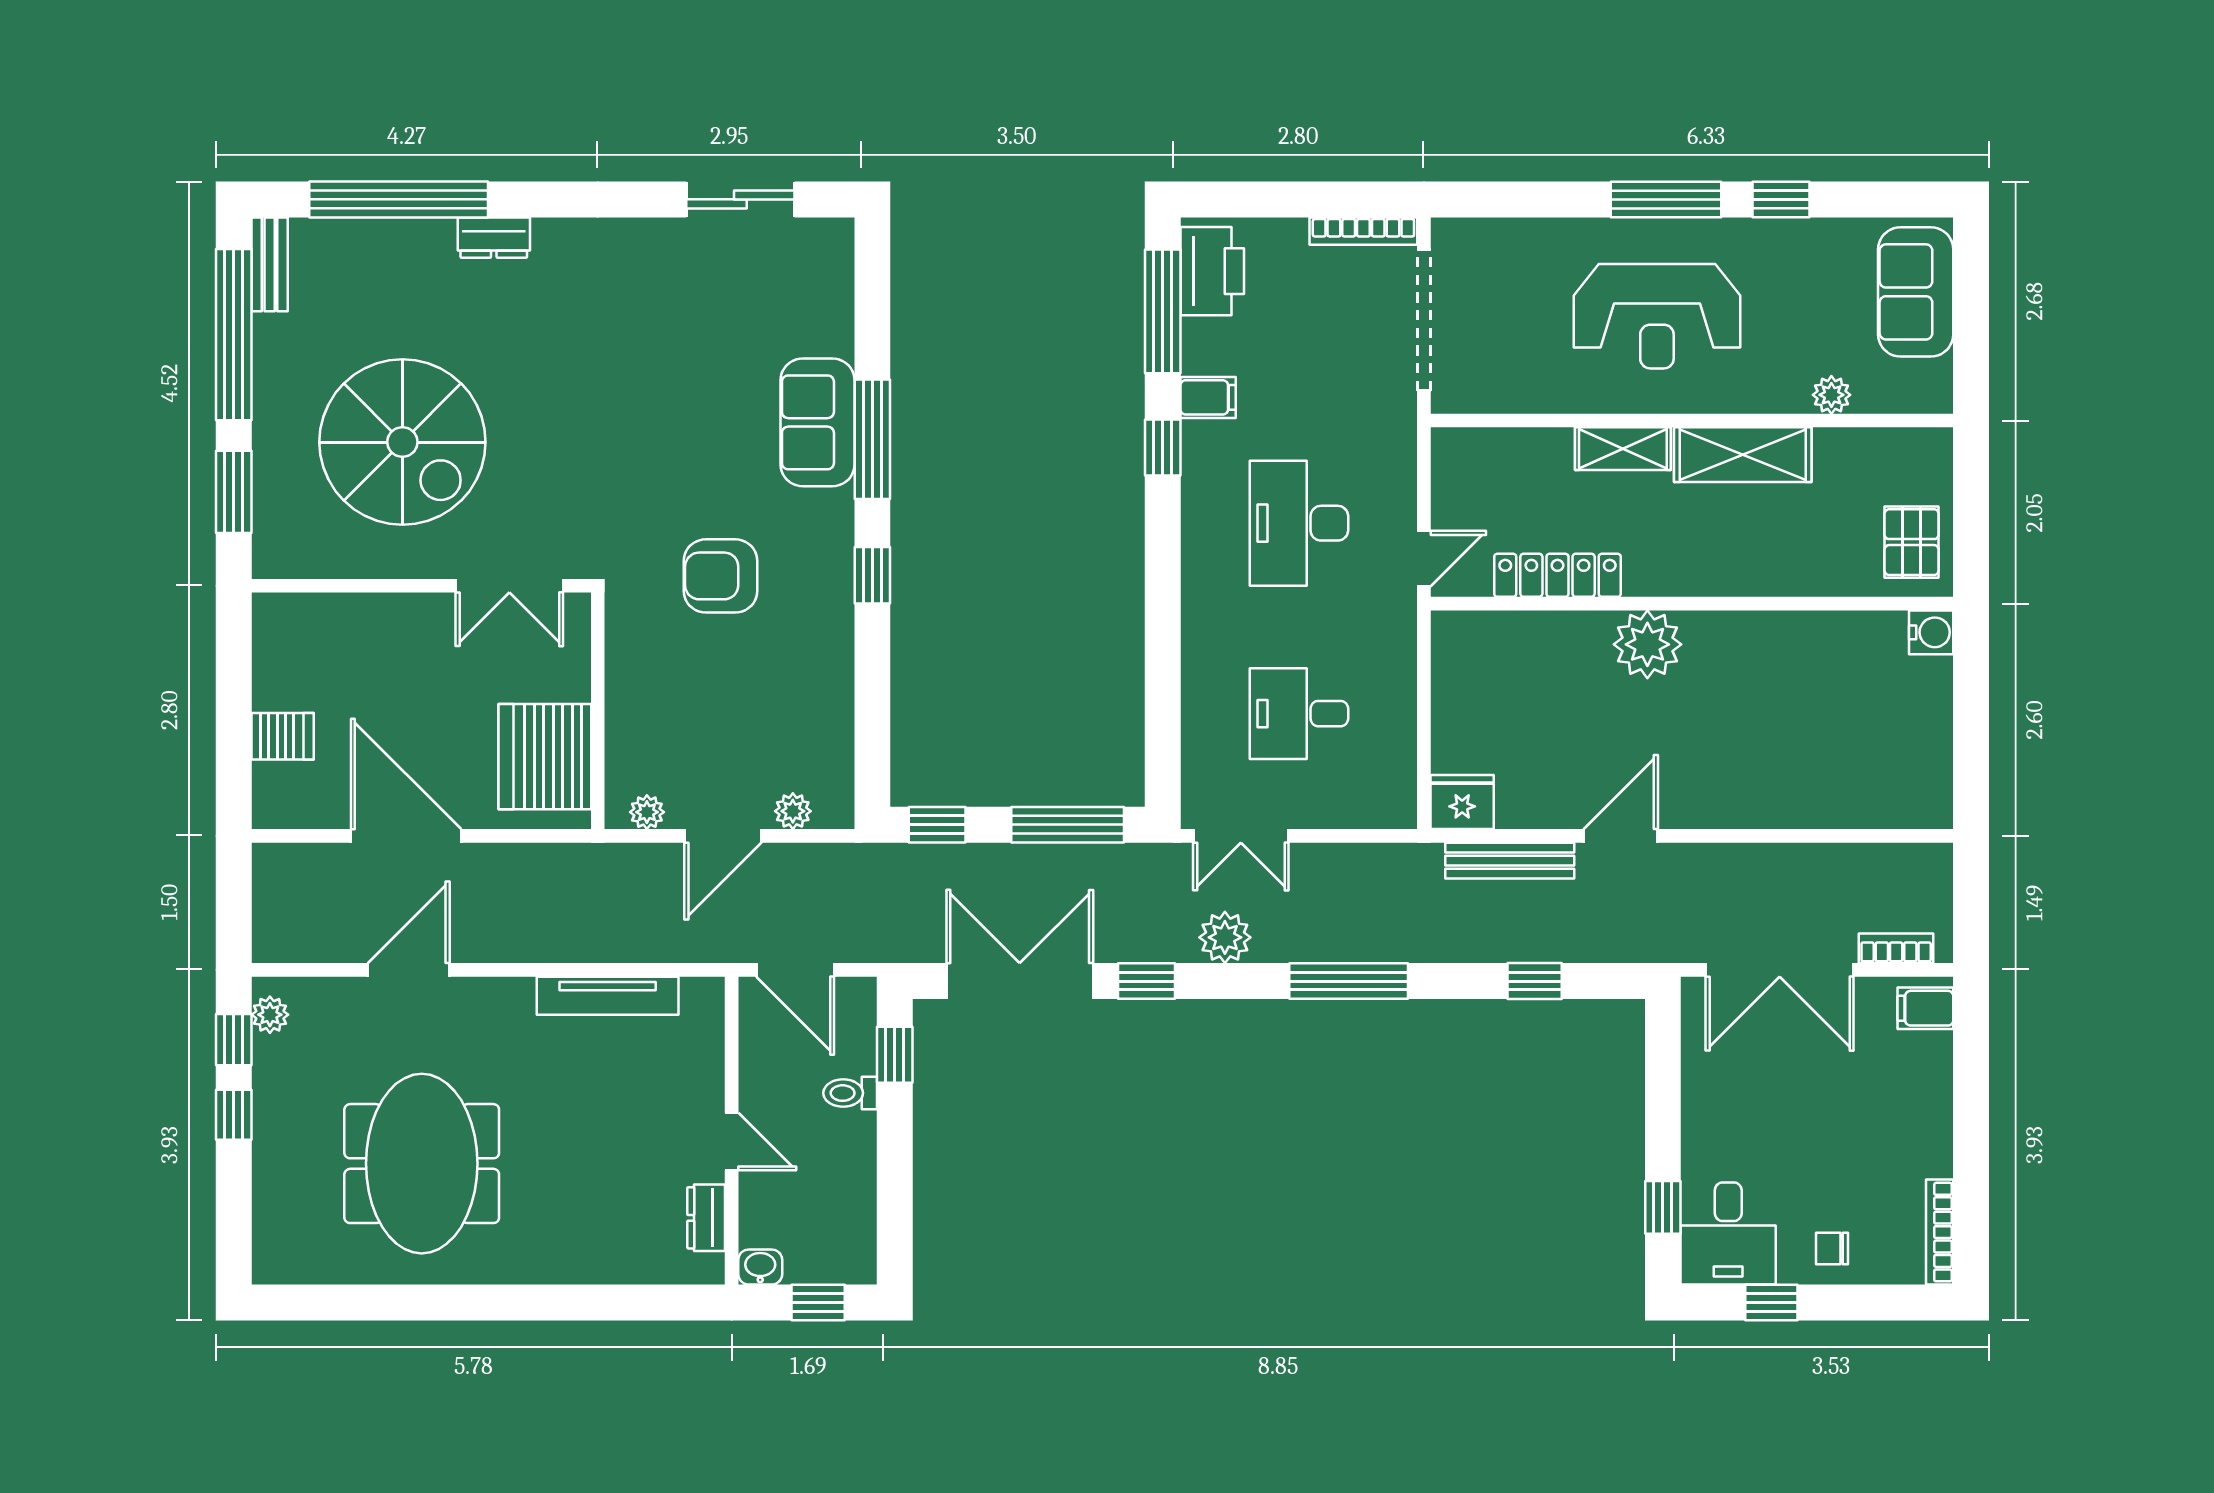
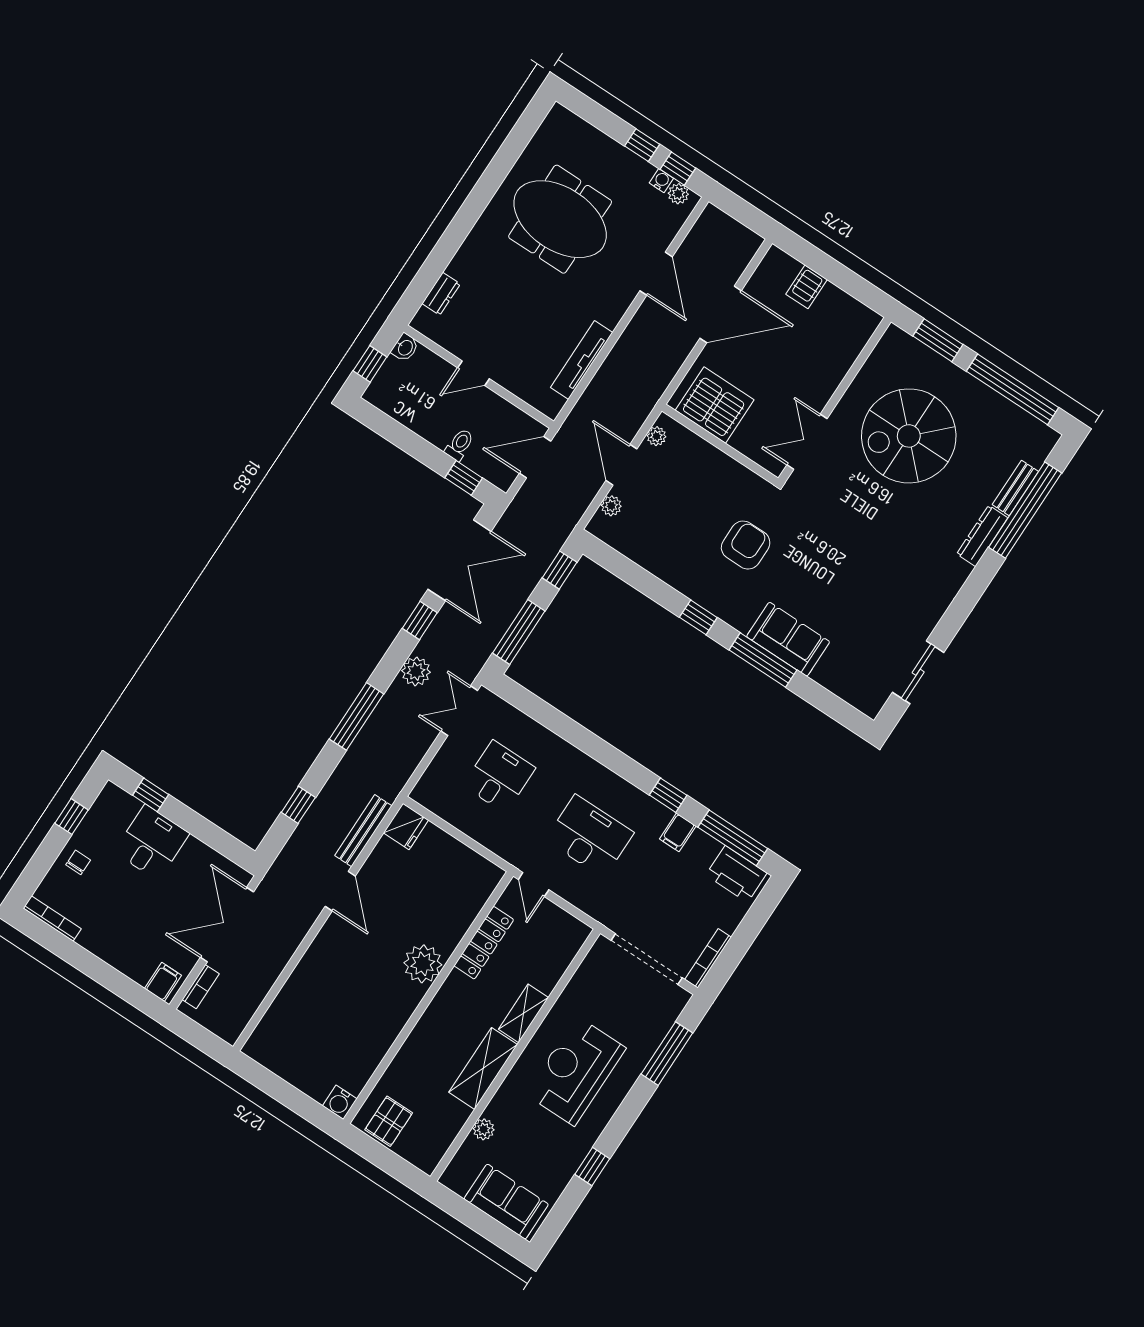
window: (1666, 199) -> (667, 1054), moved
dresser: (494, 238) -> (982, 536), width x1.44
bench: (270, 264) -> (1015, 488), moved, turned 90
pallet: (1912, 542) -> (389, 1121), turned 90
water cooler: (267, 1052) -> (661, 181), added
dresser: (706, 1218) -> (441, 294), moved, turned 90
desk: (1728, 1233) -> (152, 843), moved, turned 90

